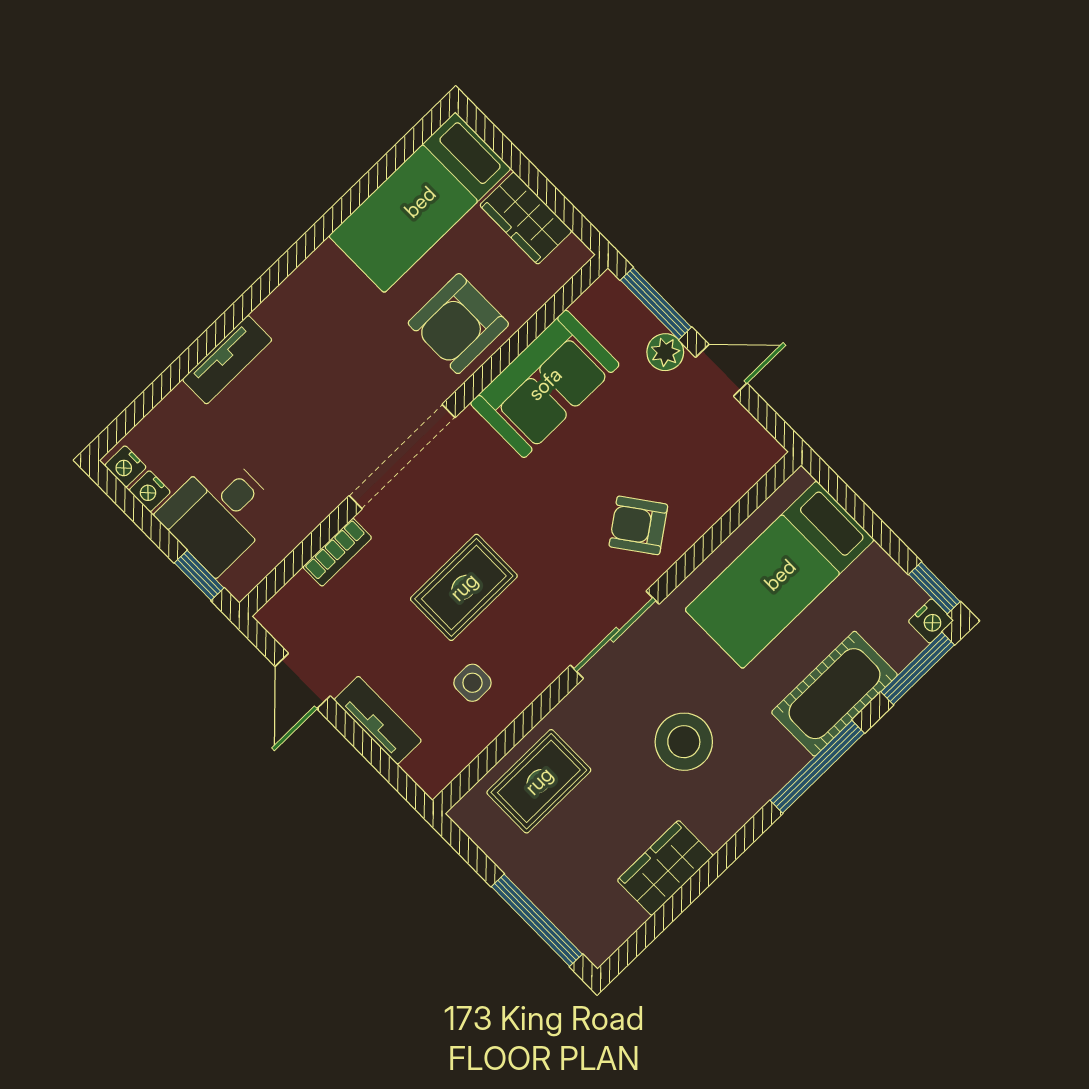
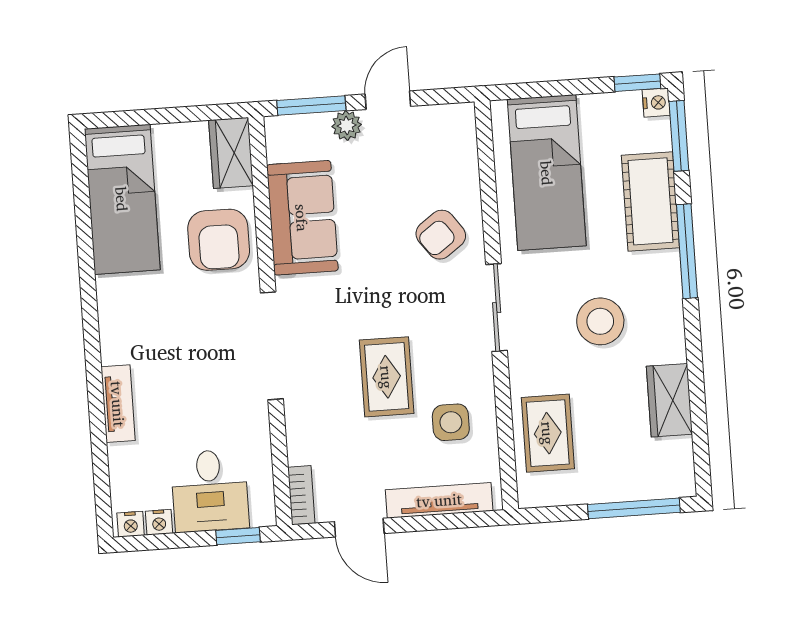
wardrobe: (526, 218) -> (231, 153), moved, turned 90
bookcase: (337, 552) -> (301, 495), moved
side table: (472, 683) -> (451, 422), width x1.37, depth x1.37
tv unit: (378, 720) -> (439, 500), width x1.41

